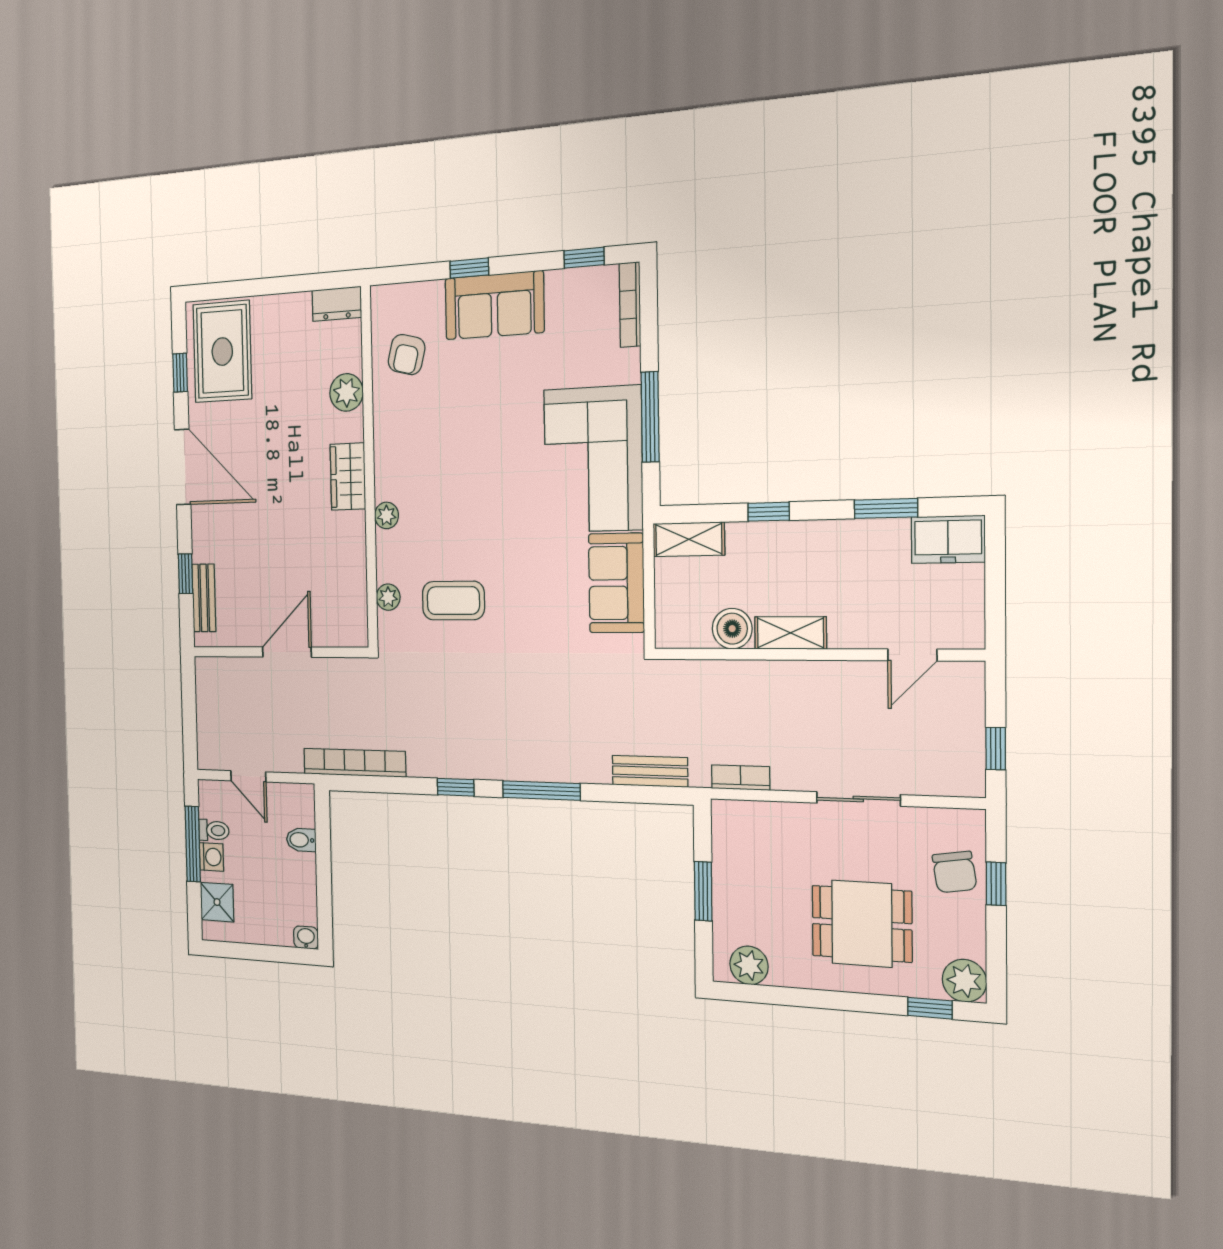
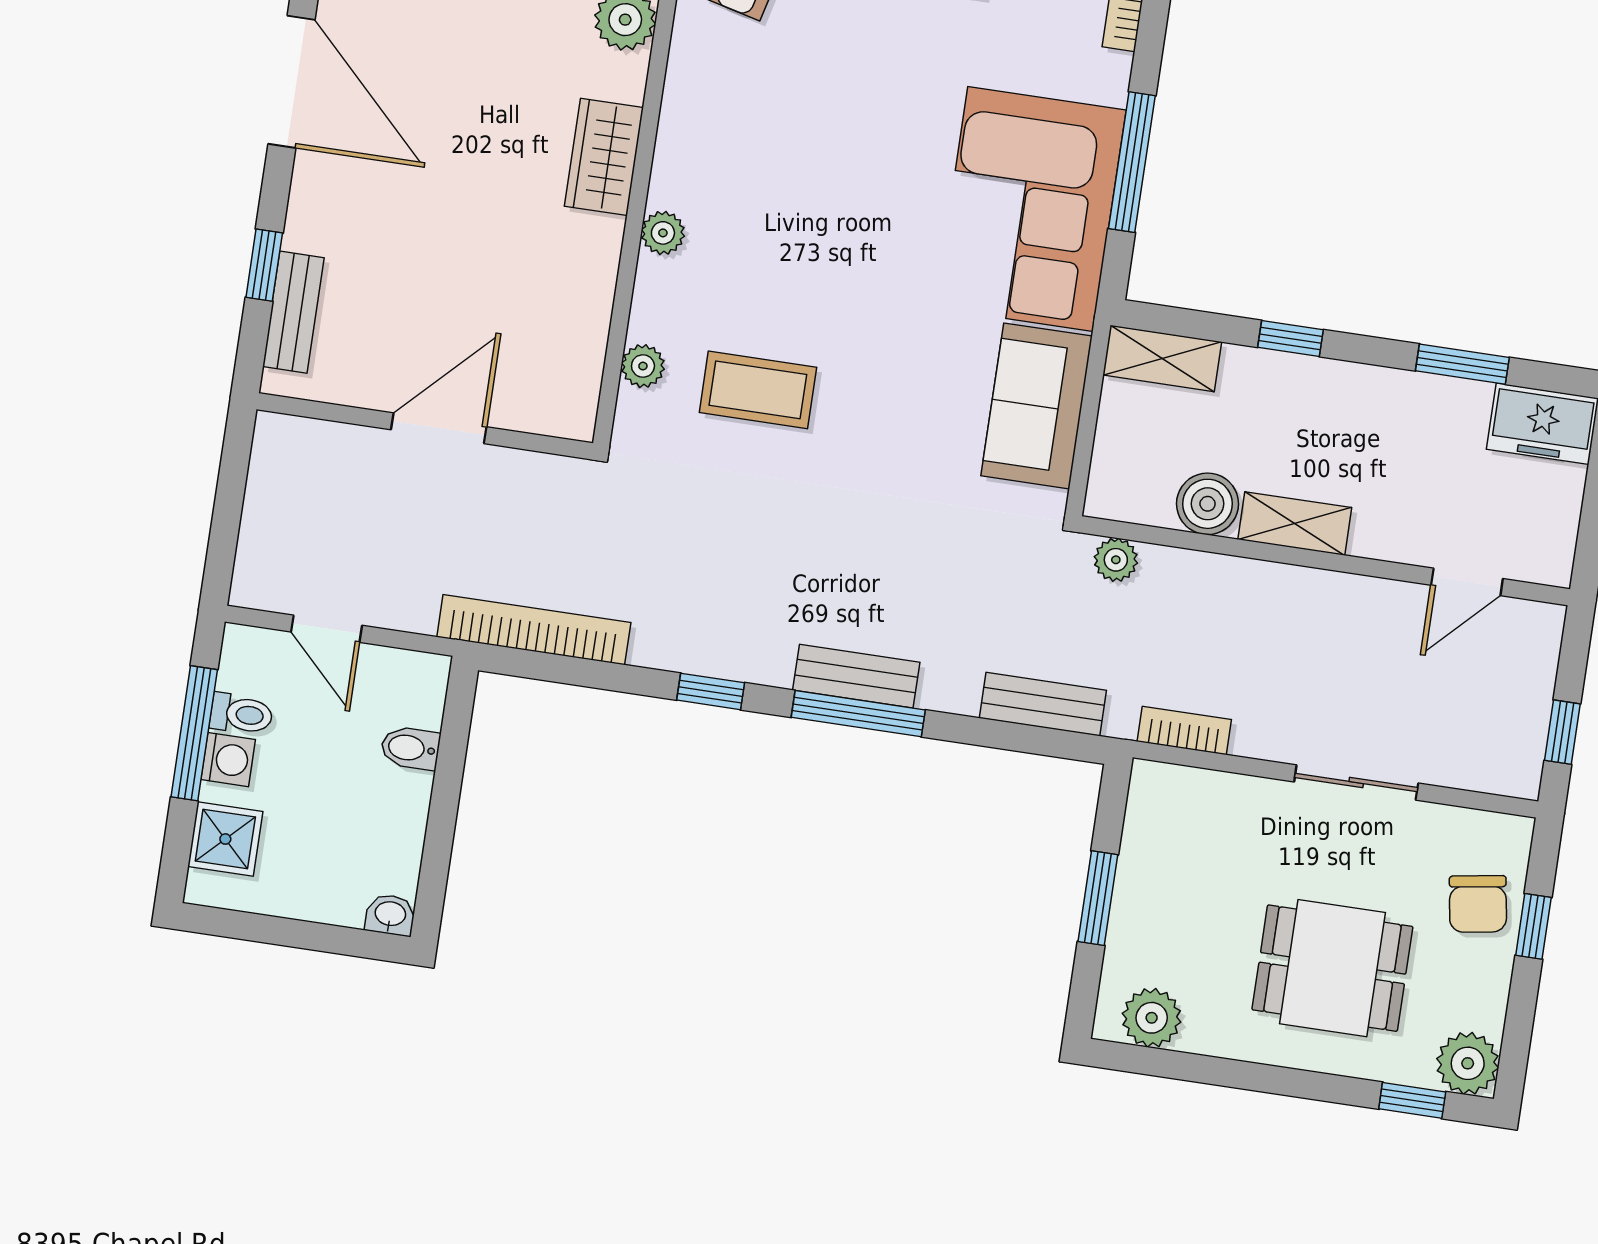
plant: (680, 673) -> (1116, 560), added
bench: (536, 768) -> (856, 676), added

